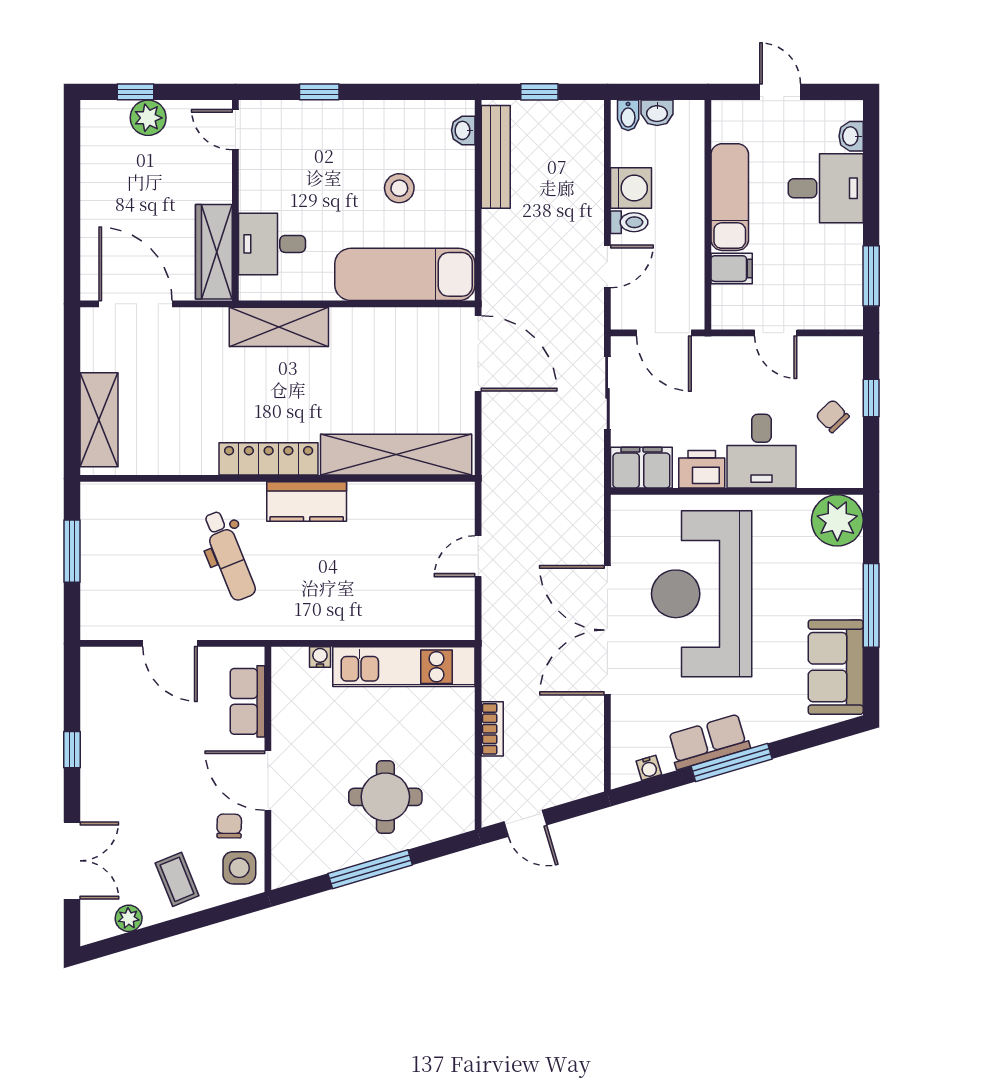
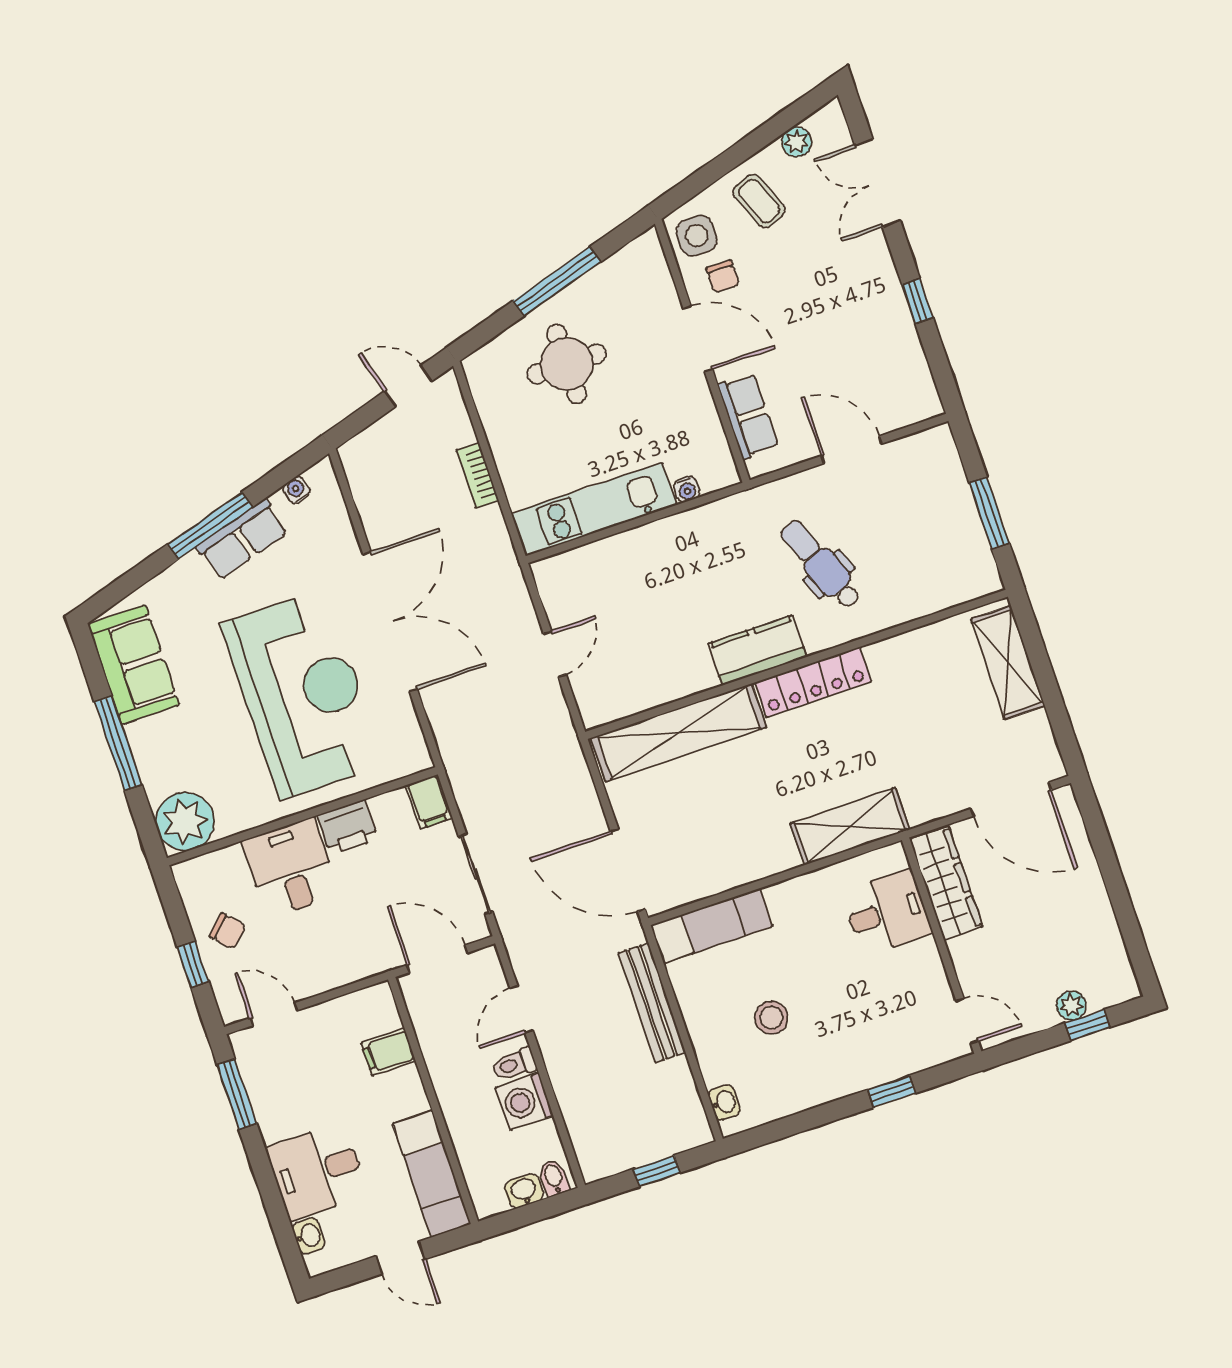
plant: (148, 118) -> (1071, 1005), width x0.73, depth x0.73
bench: (496, 157) -> (652, 1003), moved
exam couch: (730, 197) -> (432, 1174), moved
exam couch: (405, 274) -> (712, 926), width x0.73, depth x0.69
door: (776, 333) -> (274, 1014), moved
filing cabinet: (641, 468) -> (429, 802), width x0.50

